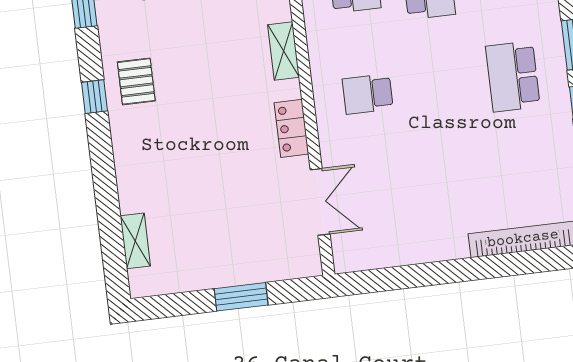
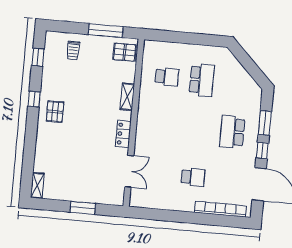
pallet: (136, 81) -> (55, 112), moved
school desk: (368, 94) -> (193, 177), moved, turned 180
shelving: (135, 241) -> (37, 185), moved

